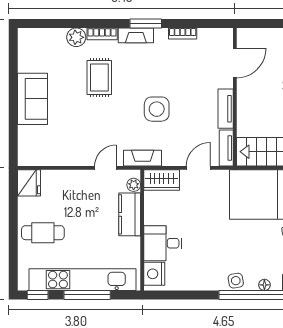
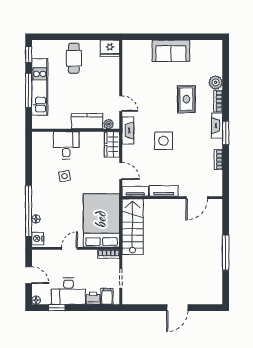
door: (235, 63) -> (197, 198), hinge flipped
rug: (99, 78) -> (186, 99), turned 90
nightstand: (154, 274) -> (44, 139), removed
kitchen unit: (83, 280) -> (40, 87), width x0.73
side table: (236, 281) -> (65, 176), moved

